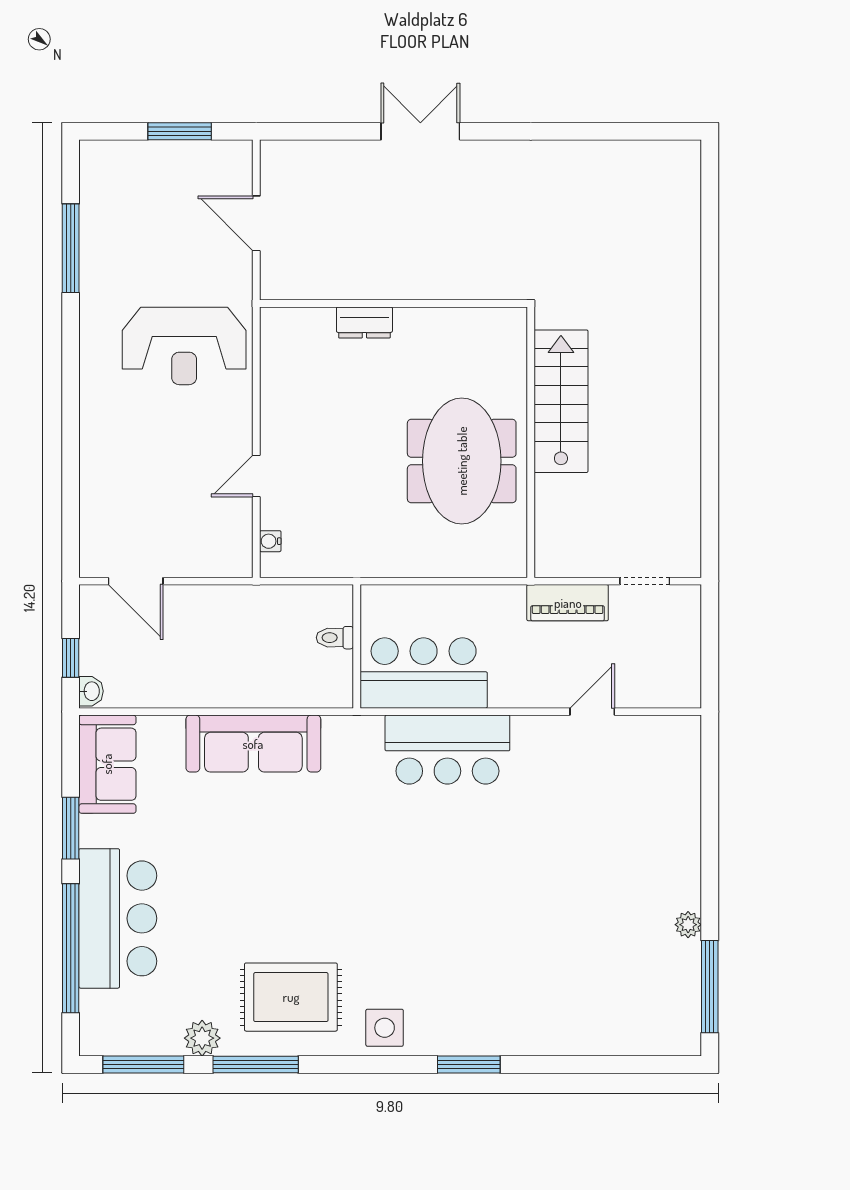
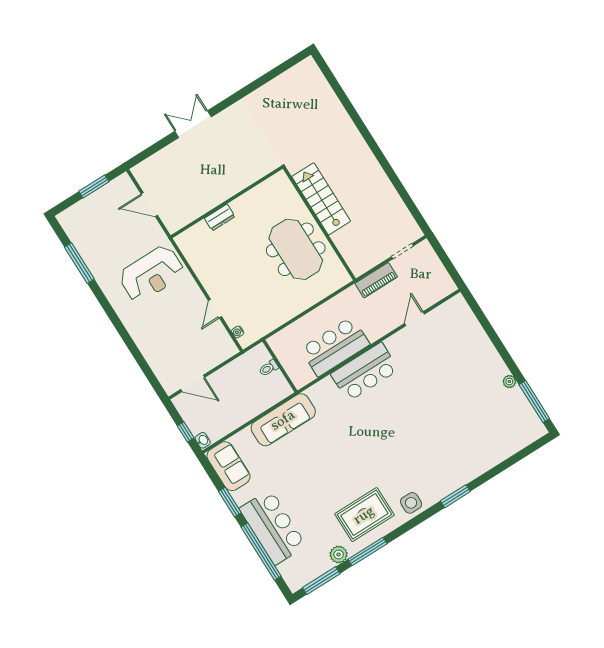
toilet: (335, 638) -> (269, 368), moved
wall: (357, 646) -> (280, 366), moved

